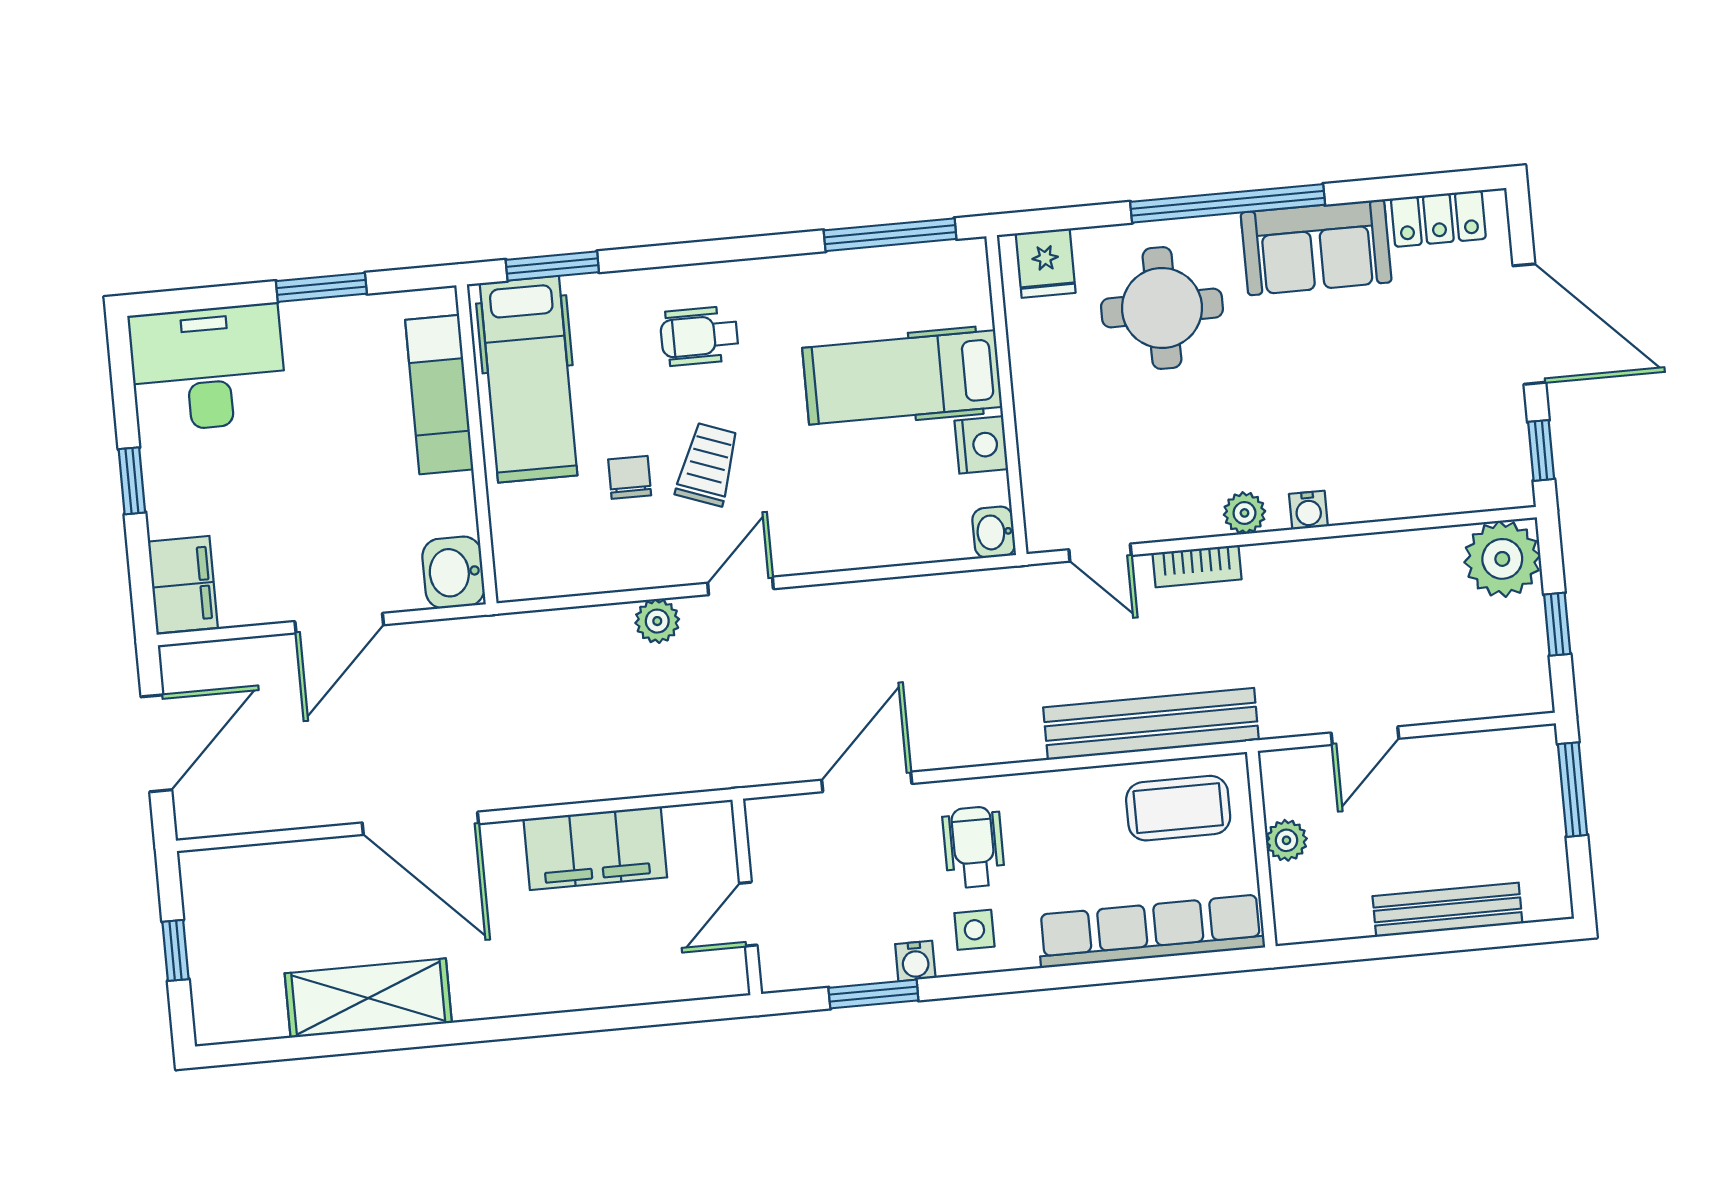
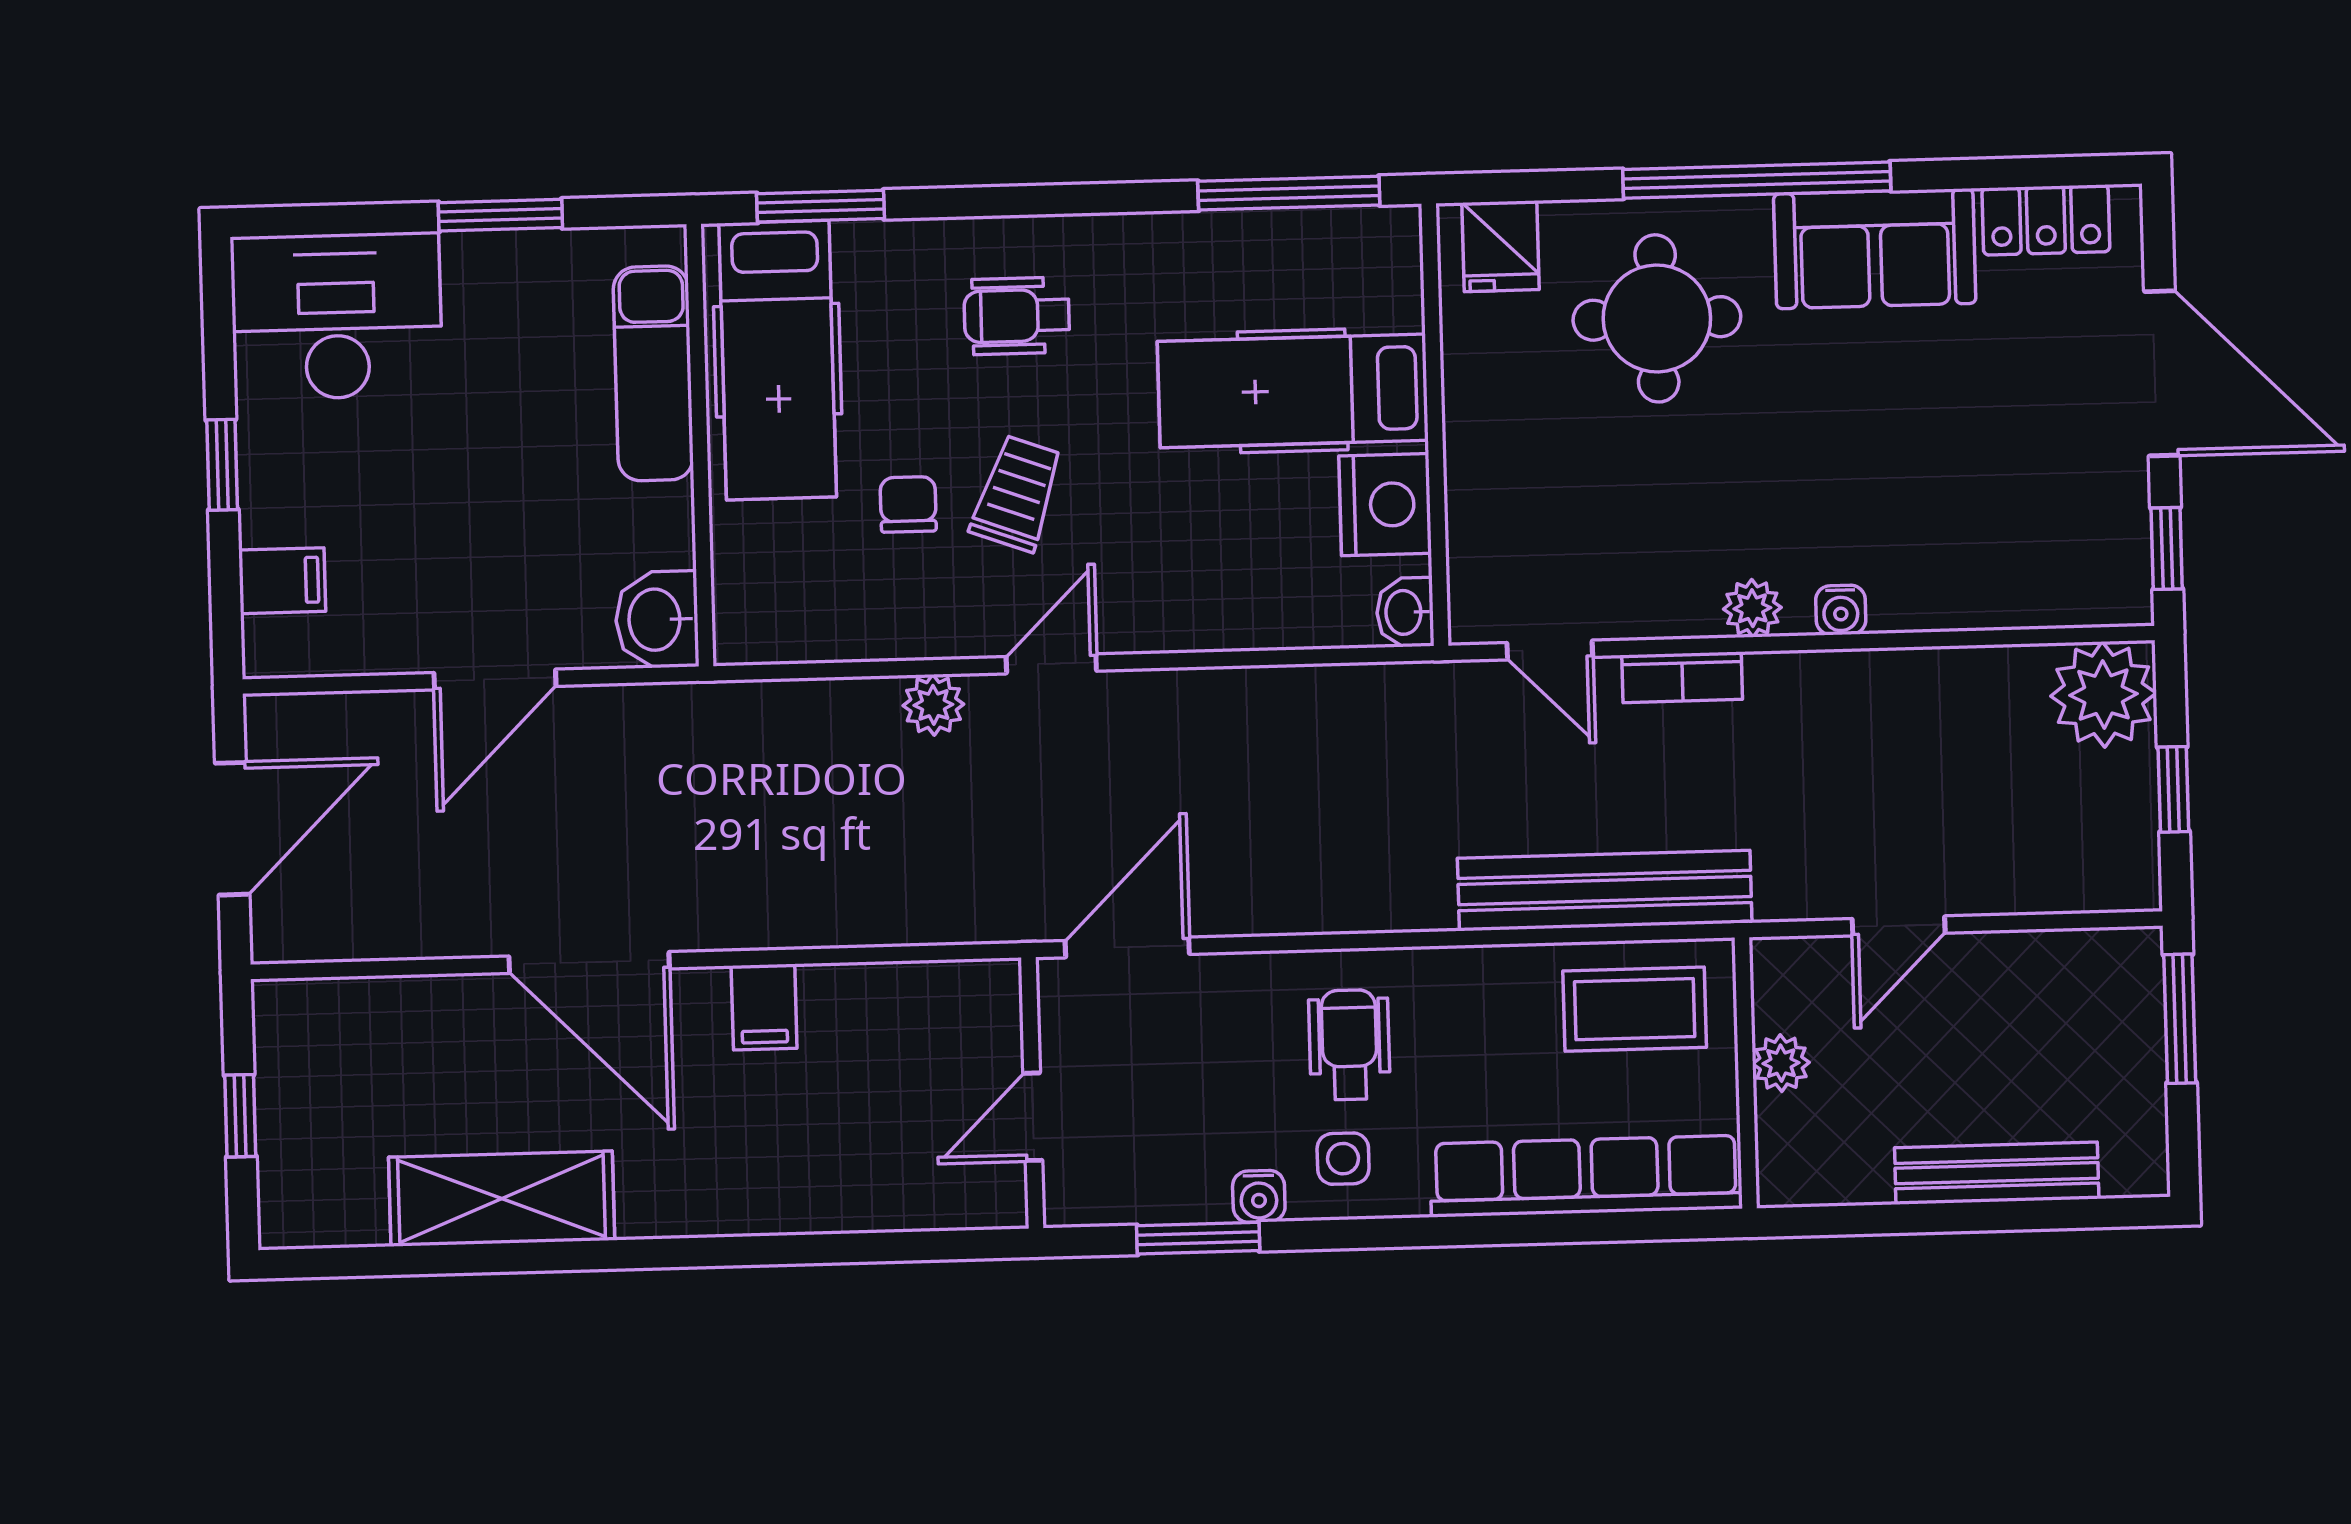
nightstand: (981, 445) -> (1385, 505), width x1.36, depth x1.33
filing cabinet: (183, 585) -> (282, 581), width x0.50
door: (867, 782) -> (1127, 947), moved
filing cabinet: (595, 848) -> (764, 1007), width x0.33, depth x0.86

